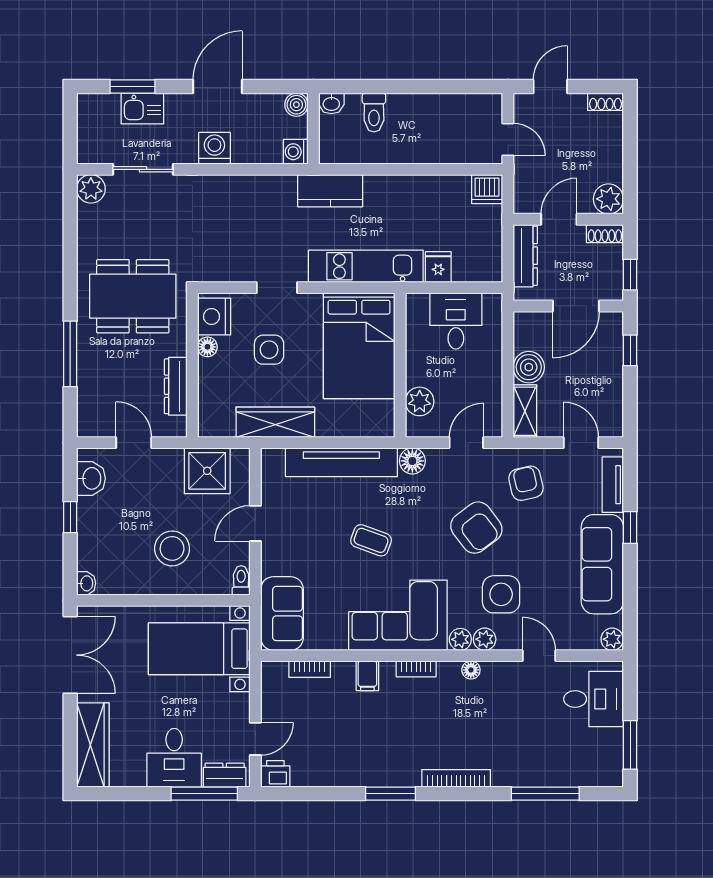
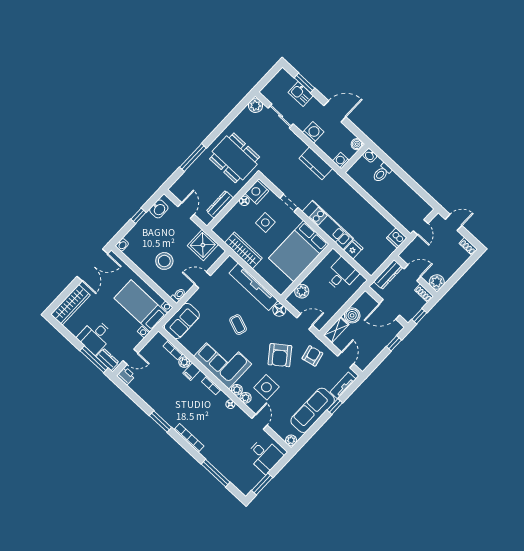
kitchen counter: (330, 191) -> (316, 163), moved
plant: (343, 672) -> (184, 362), added

